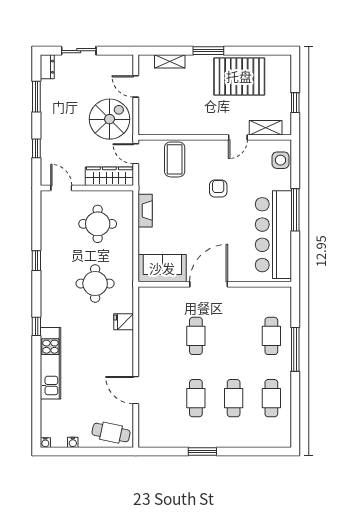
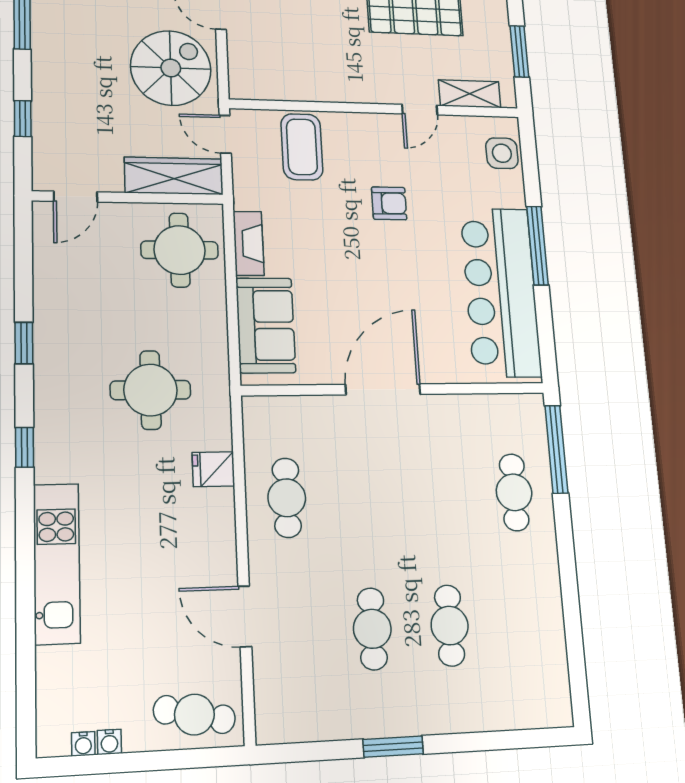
window: (295, 103) -> (519, 51), width x1.50
door: (61, 188) -> (75, 197), swing flipped
armchair: (218, 189) -> (389, 203), turned 90
round table: (98, 224) -> (180, 250), moved
sofa: (162, 268) -> (266, 325), moved, turned 90
window: (36, 326) -> (24, 447), moved
cafe table: (196, 336) -> (287, 498), moved
window: (295, 349) -> (556, 449), moved
cafe table: (271, 398) -> (525, 622), removed
water cooler: (45, 443) -> (83, 744), moved

